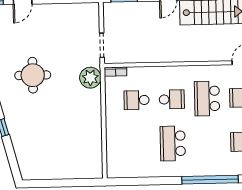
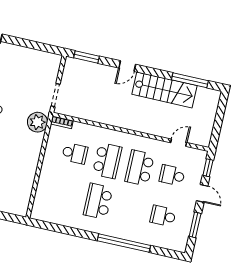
school desk: (172, 99) -> (107, 161), width x1.85
school desk: (137, 100) -> (75, 153), turned 180

